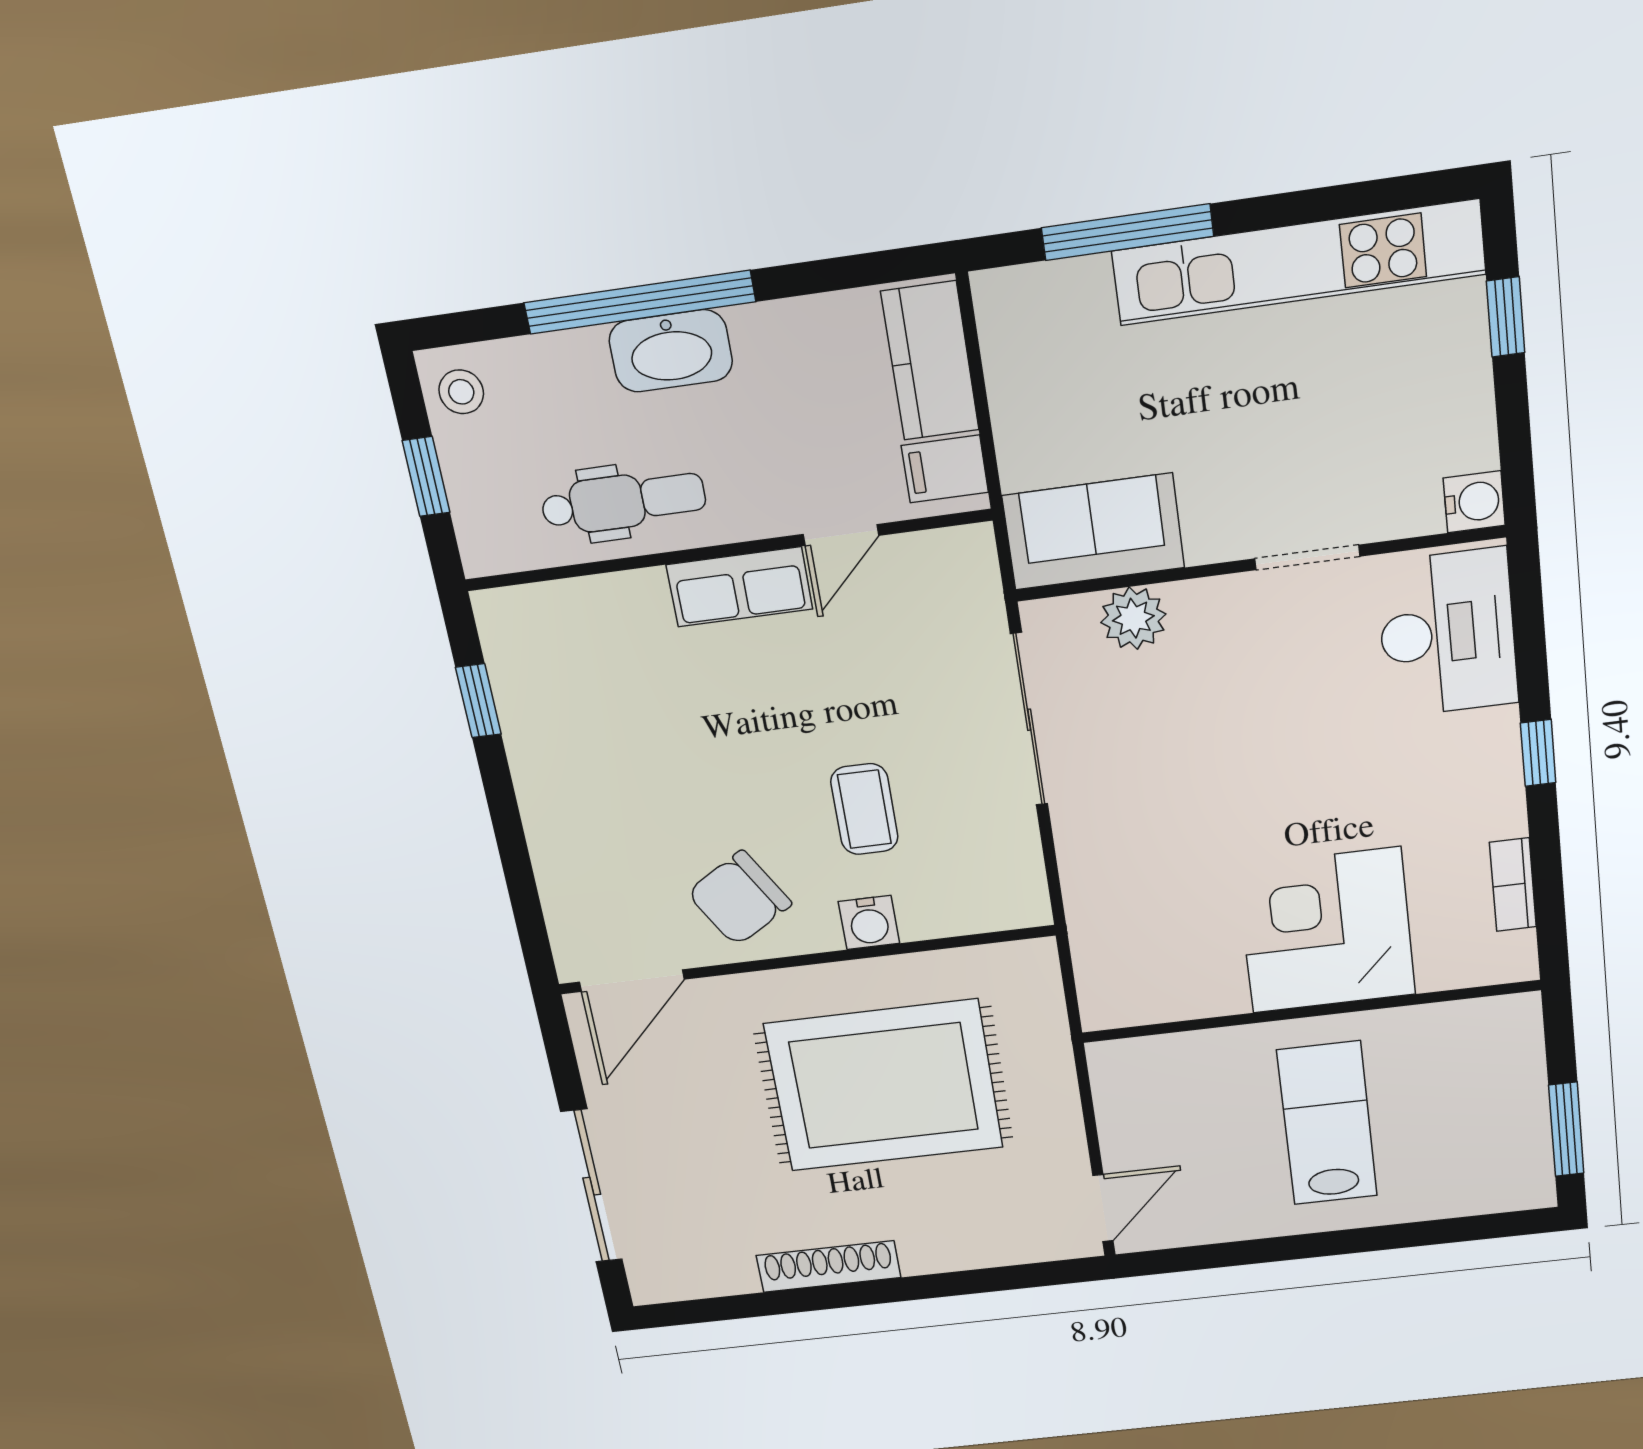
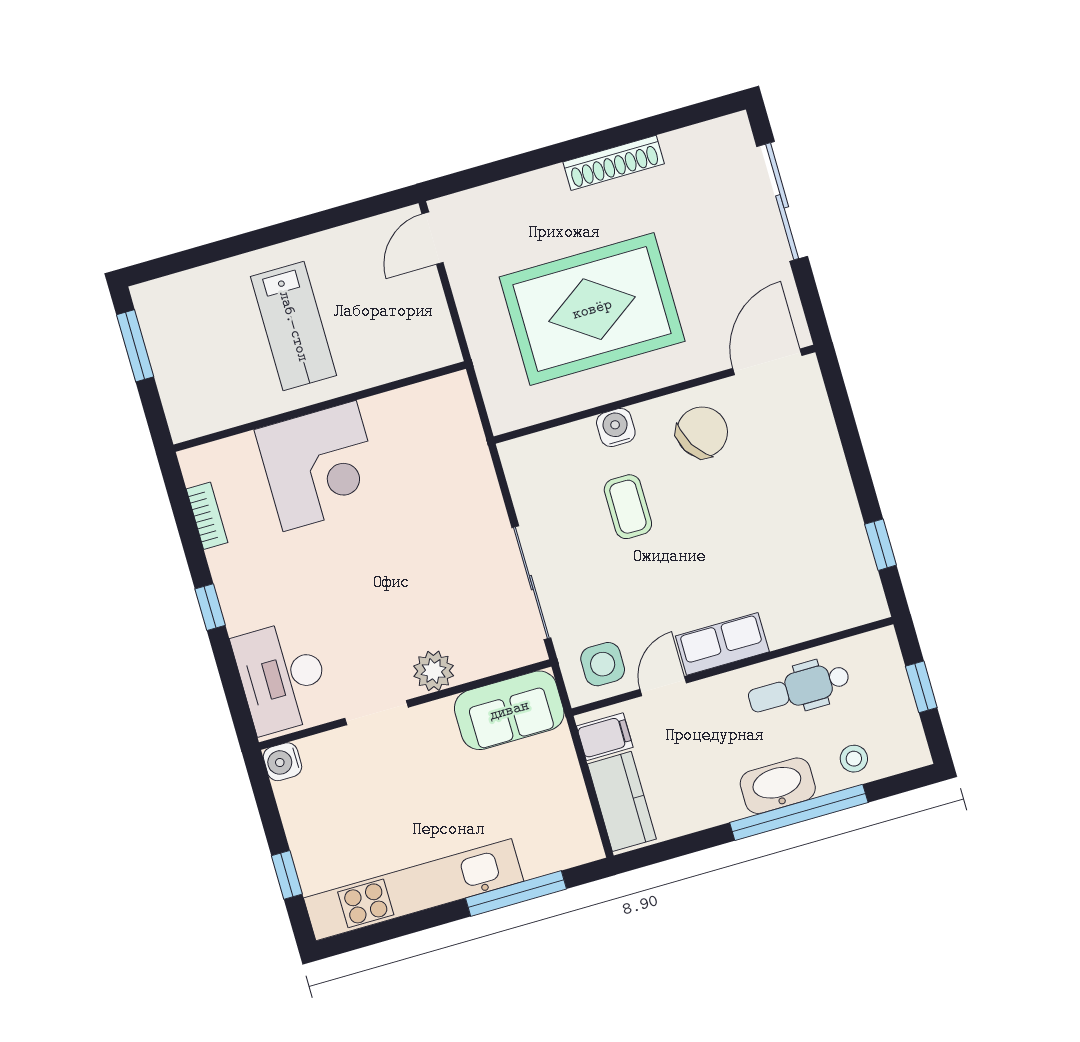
stool: (461, 392) -> (854, 759), moved
side table: (934, 582) -> (603, 664), added
plant: (1133, 618) -> (434, 671), moved

